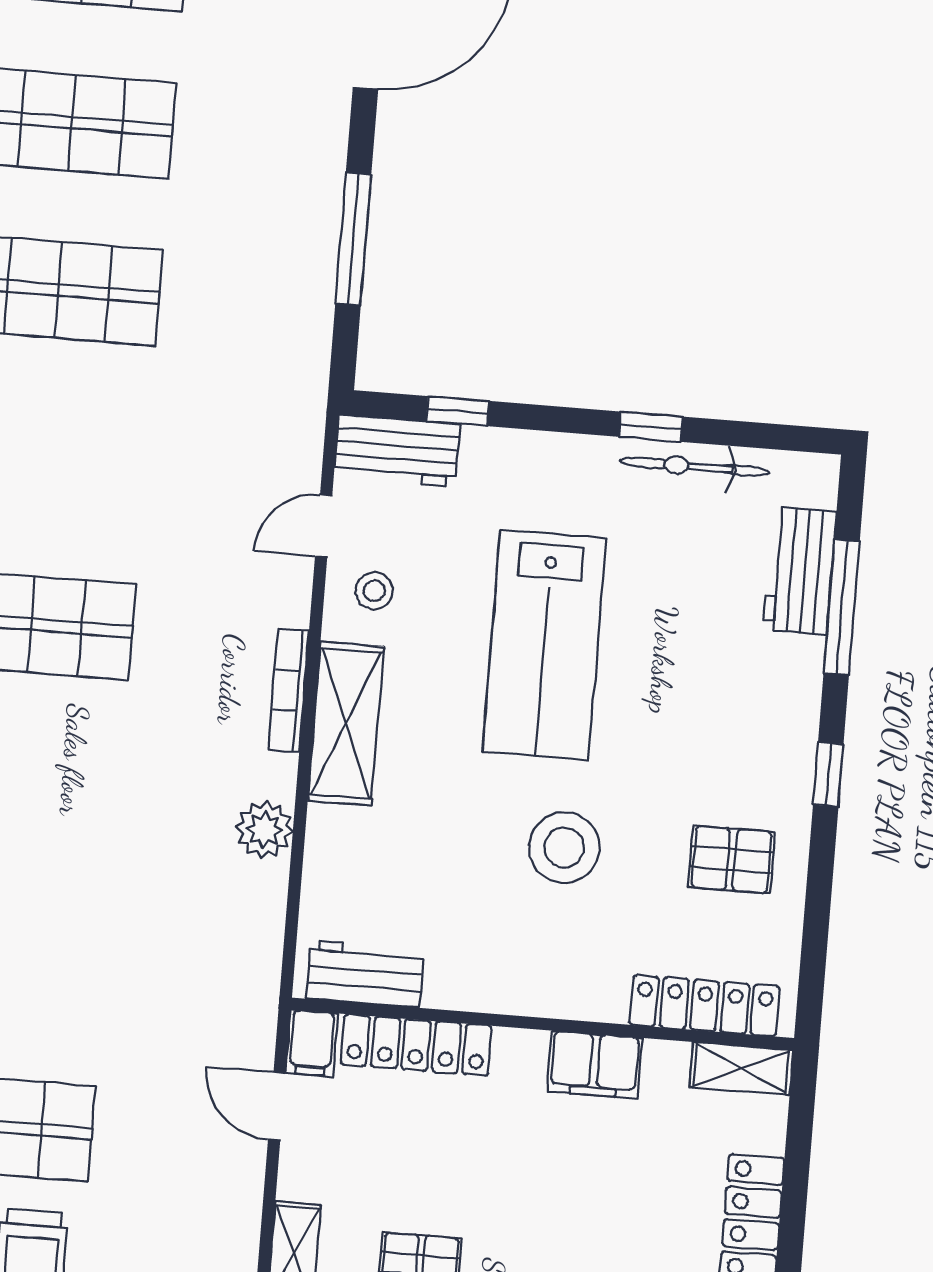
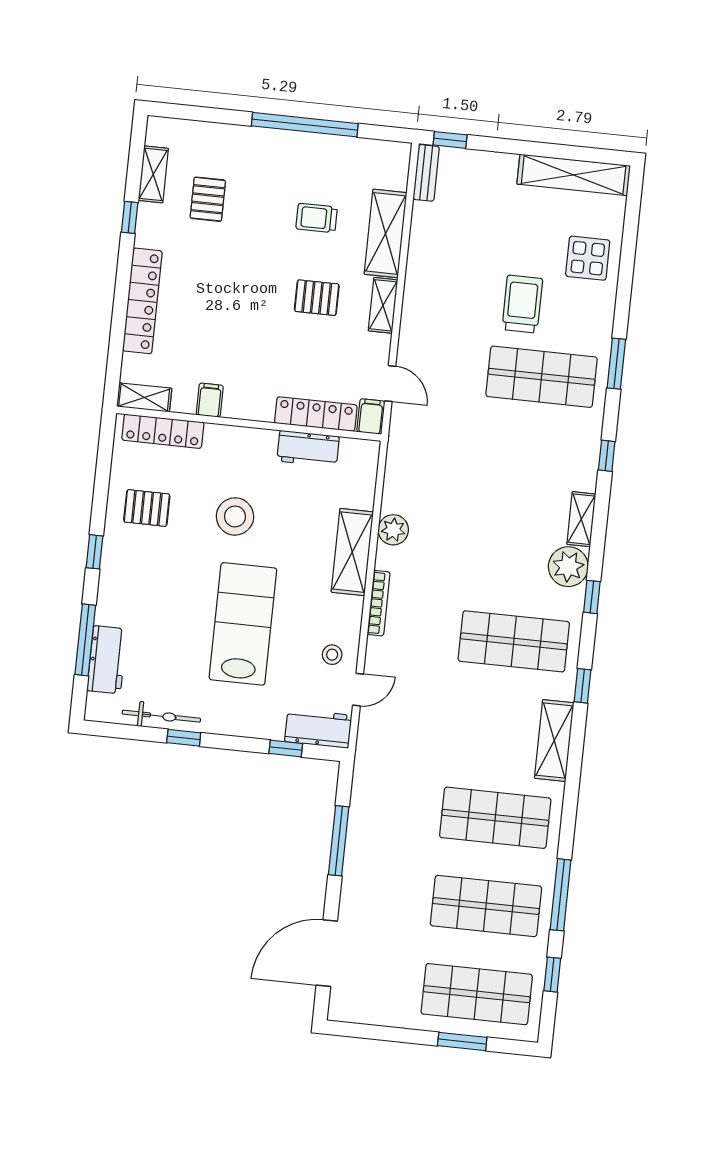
shelving: (346, 724) -> (352, 552), moved
workbench: (365, 974) -> (308, 449), moved
filing cabinet: (595, 1065) -> (210, 400), width x0.50

